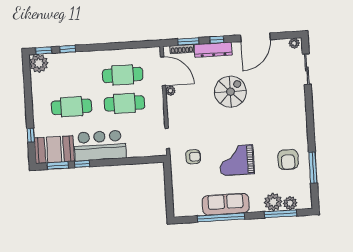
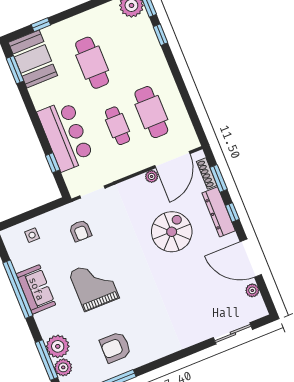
plant: (294, 43) -> (252, 290), moved
spiral stairs: (230, 92) -> (172, 232), moved, turned -90
cafe table: (124, 103) -> (117, 126), width x0.73, depth x0.74
bar counter: (100, 145) -> (66, 135), moved
window: (82, 164) -> (53, 163), moved
side table: (184, 194) -> (32, 235), added
sofa: (226, 204) -> (36, 289), width x0.73

